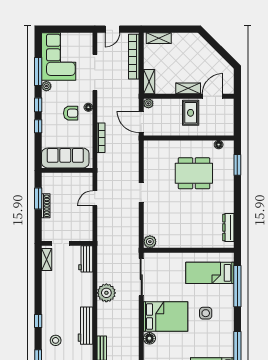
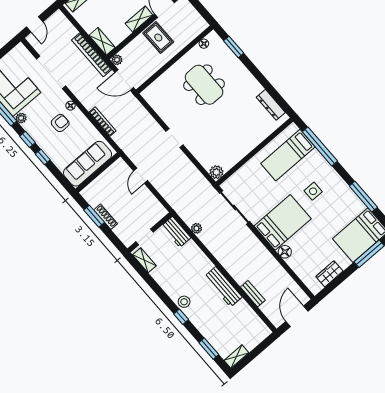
bookcase: (134, 57) -> (92, 55), moved
dining table: (194, 173) -> (204, 85), turned 90
plant: (106, 293) -> (197, 228), moved, width x0.53, depth x0.53
stool: (56, 340) -> (184, 302), moved

